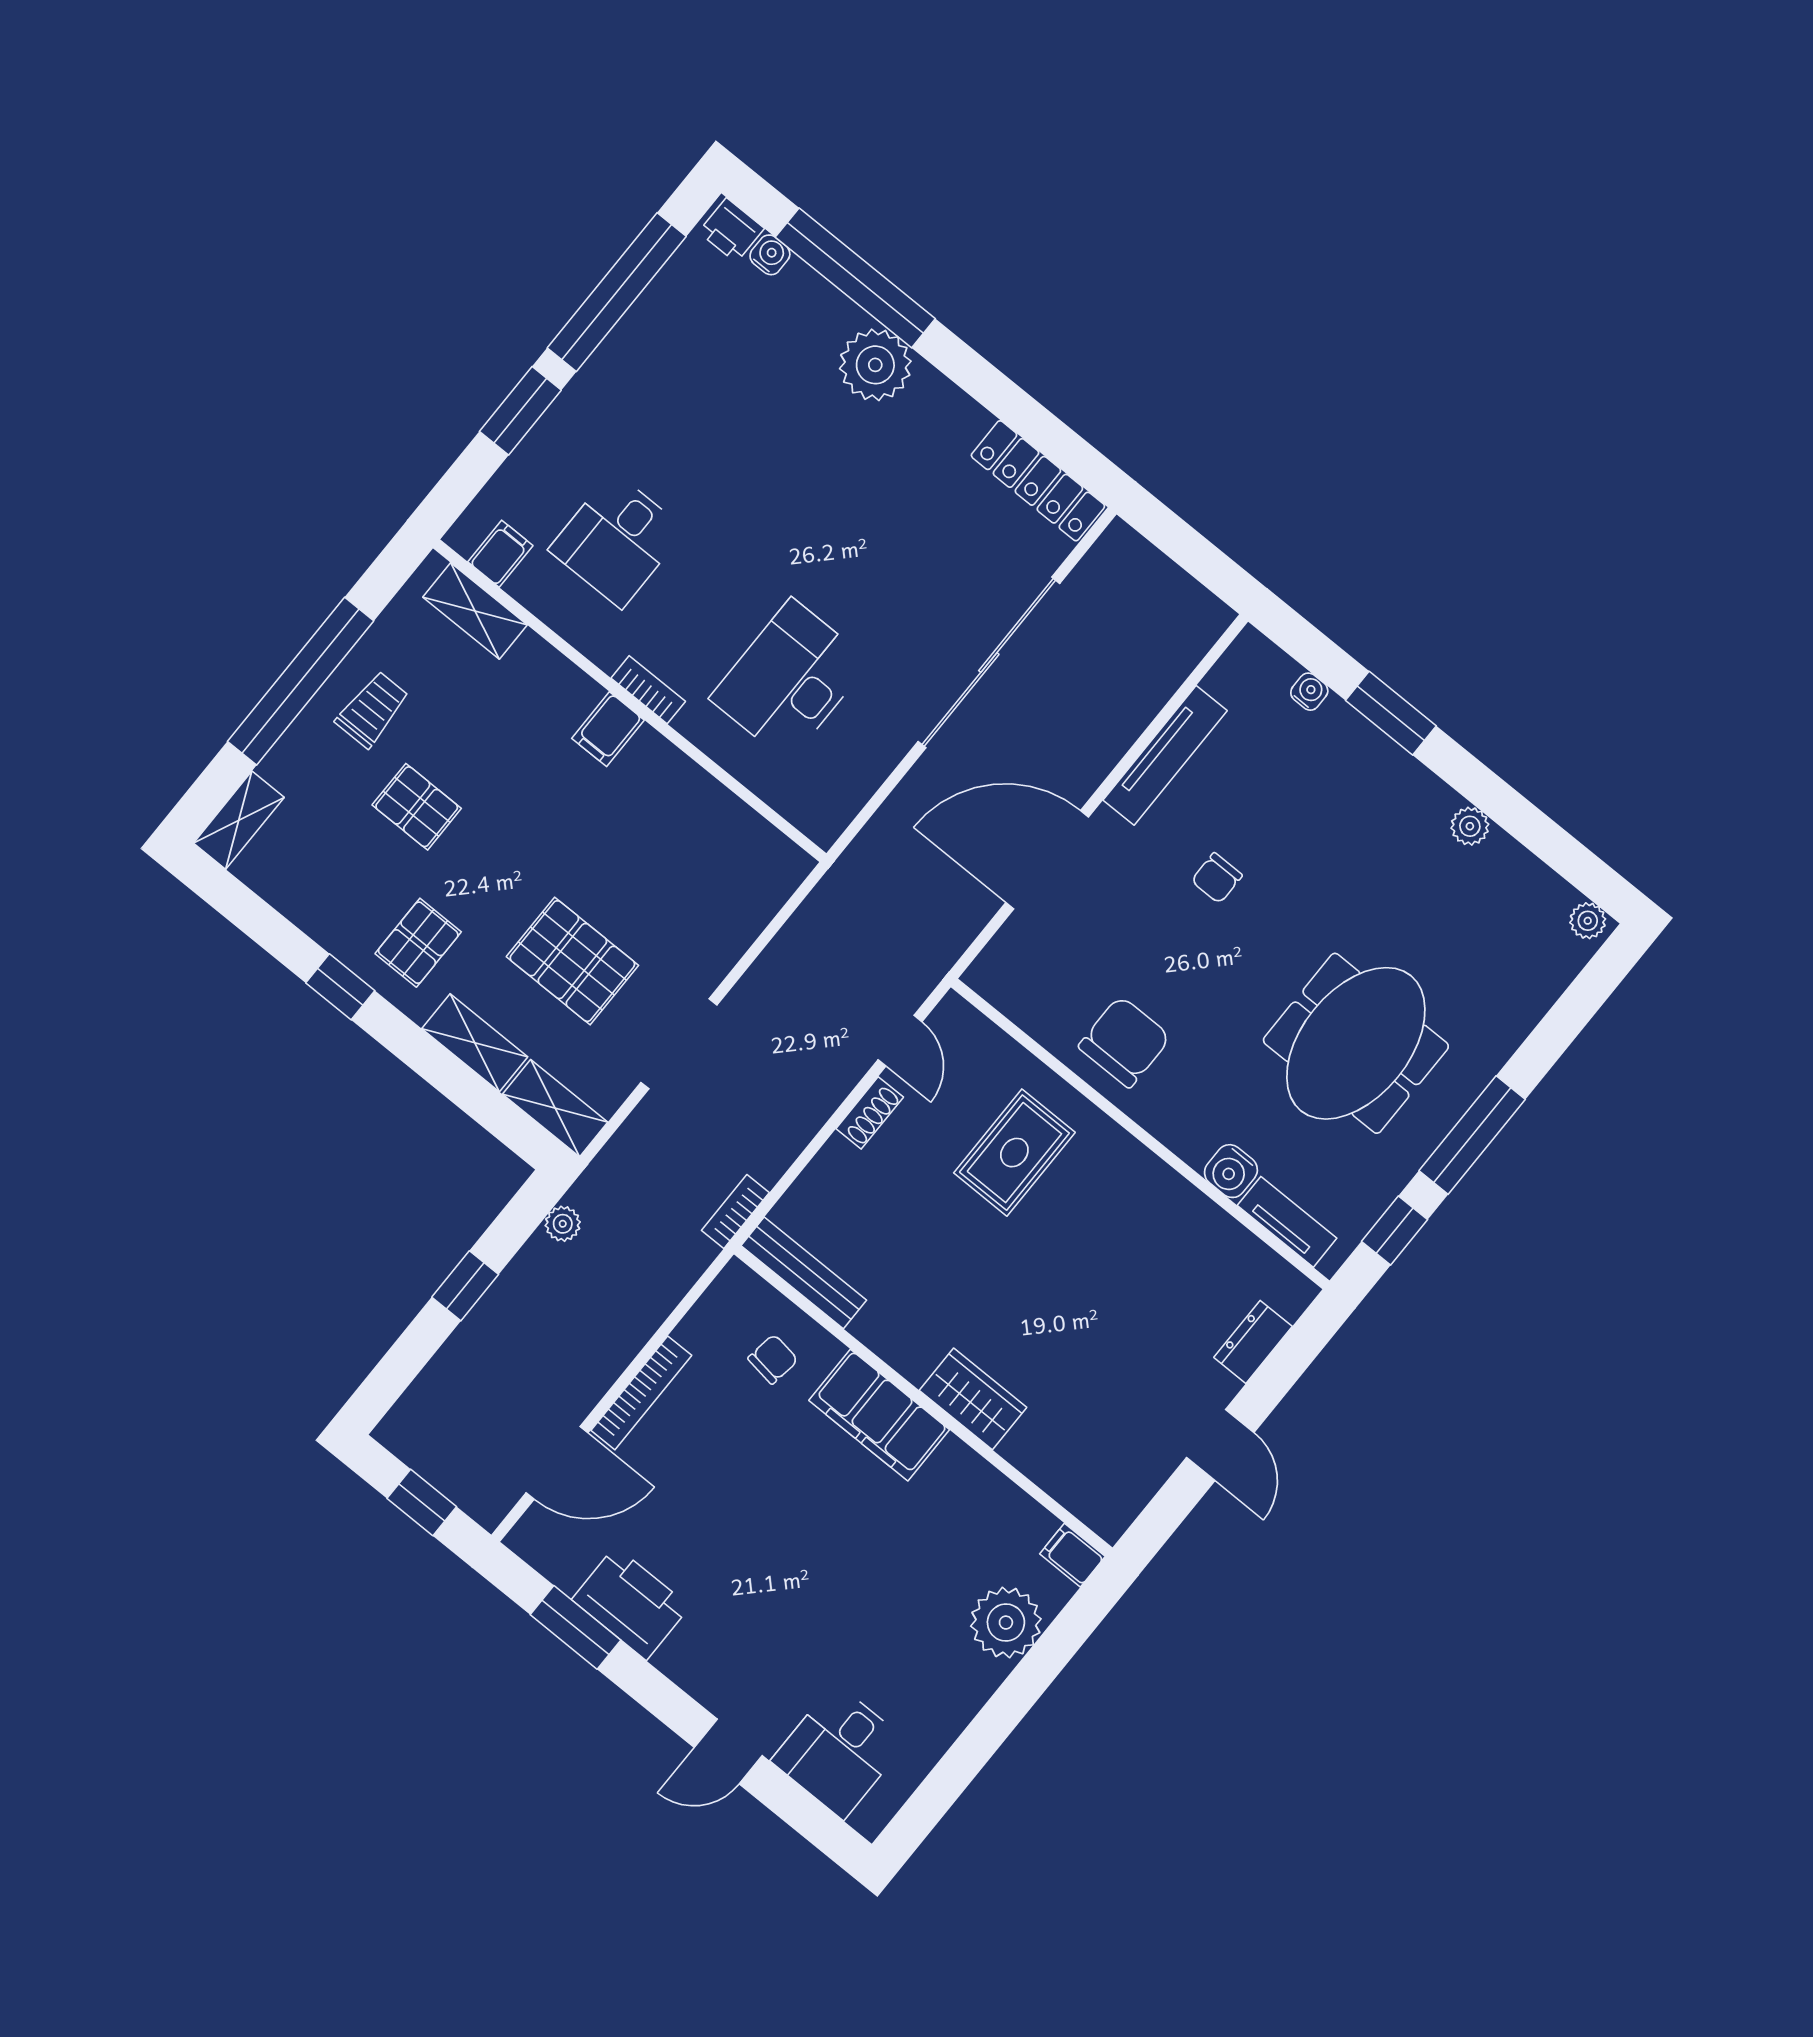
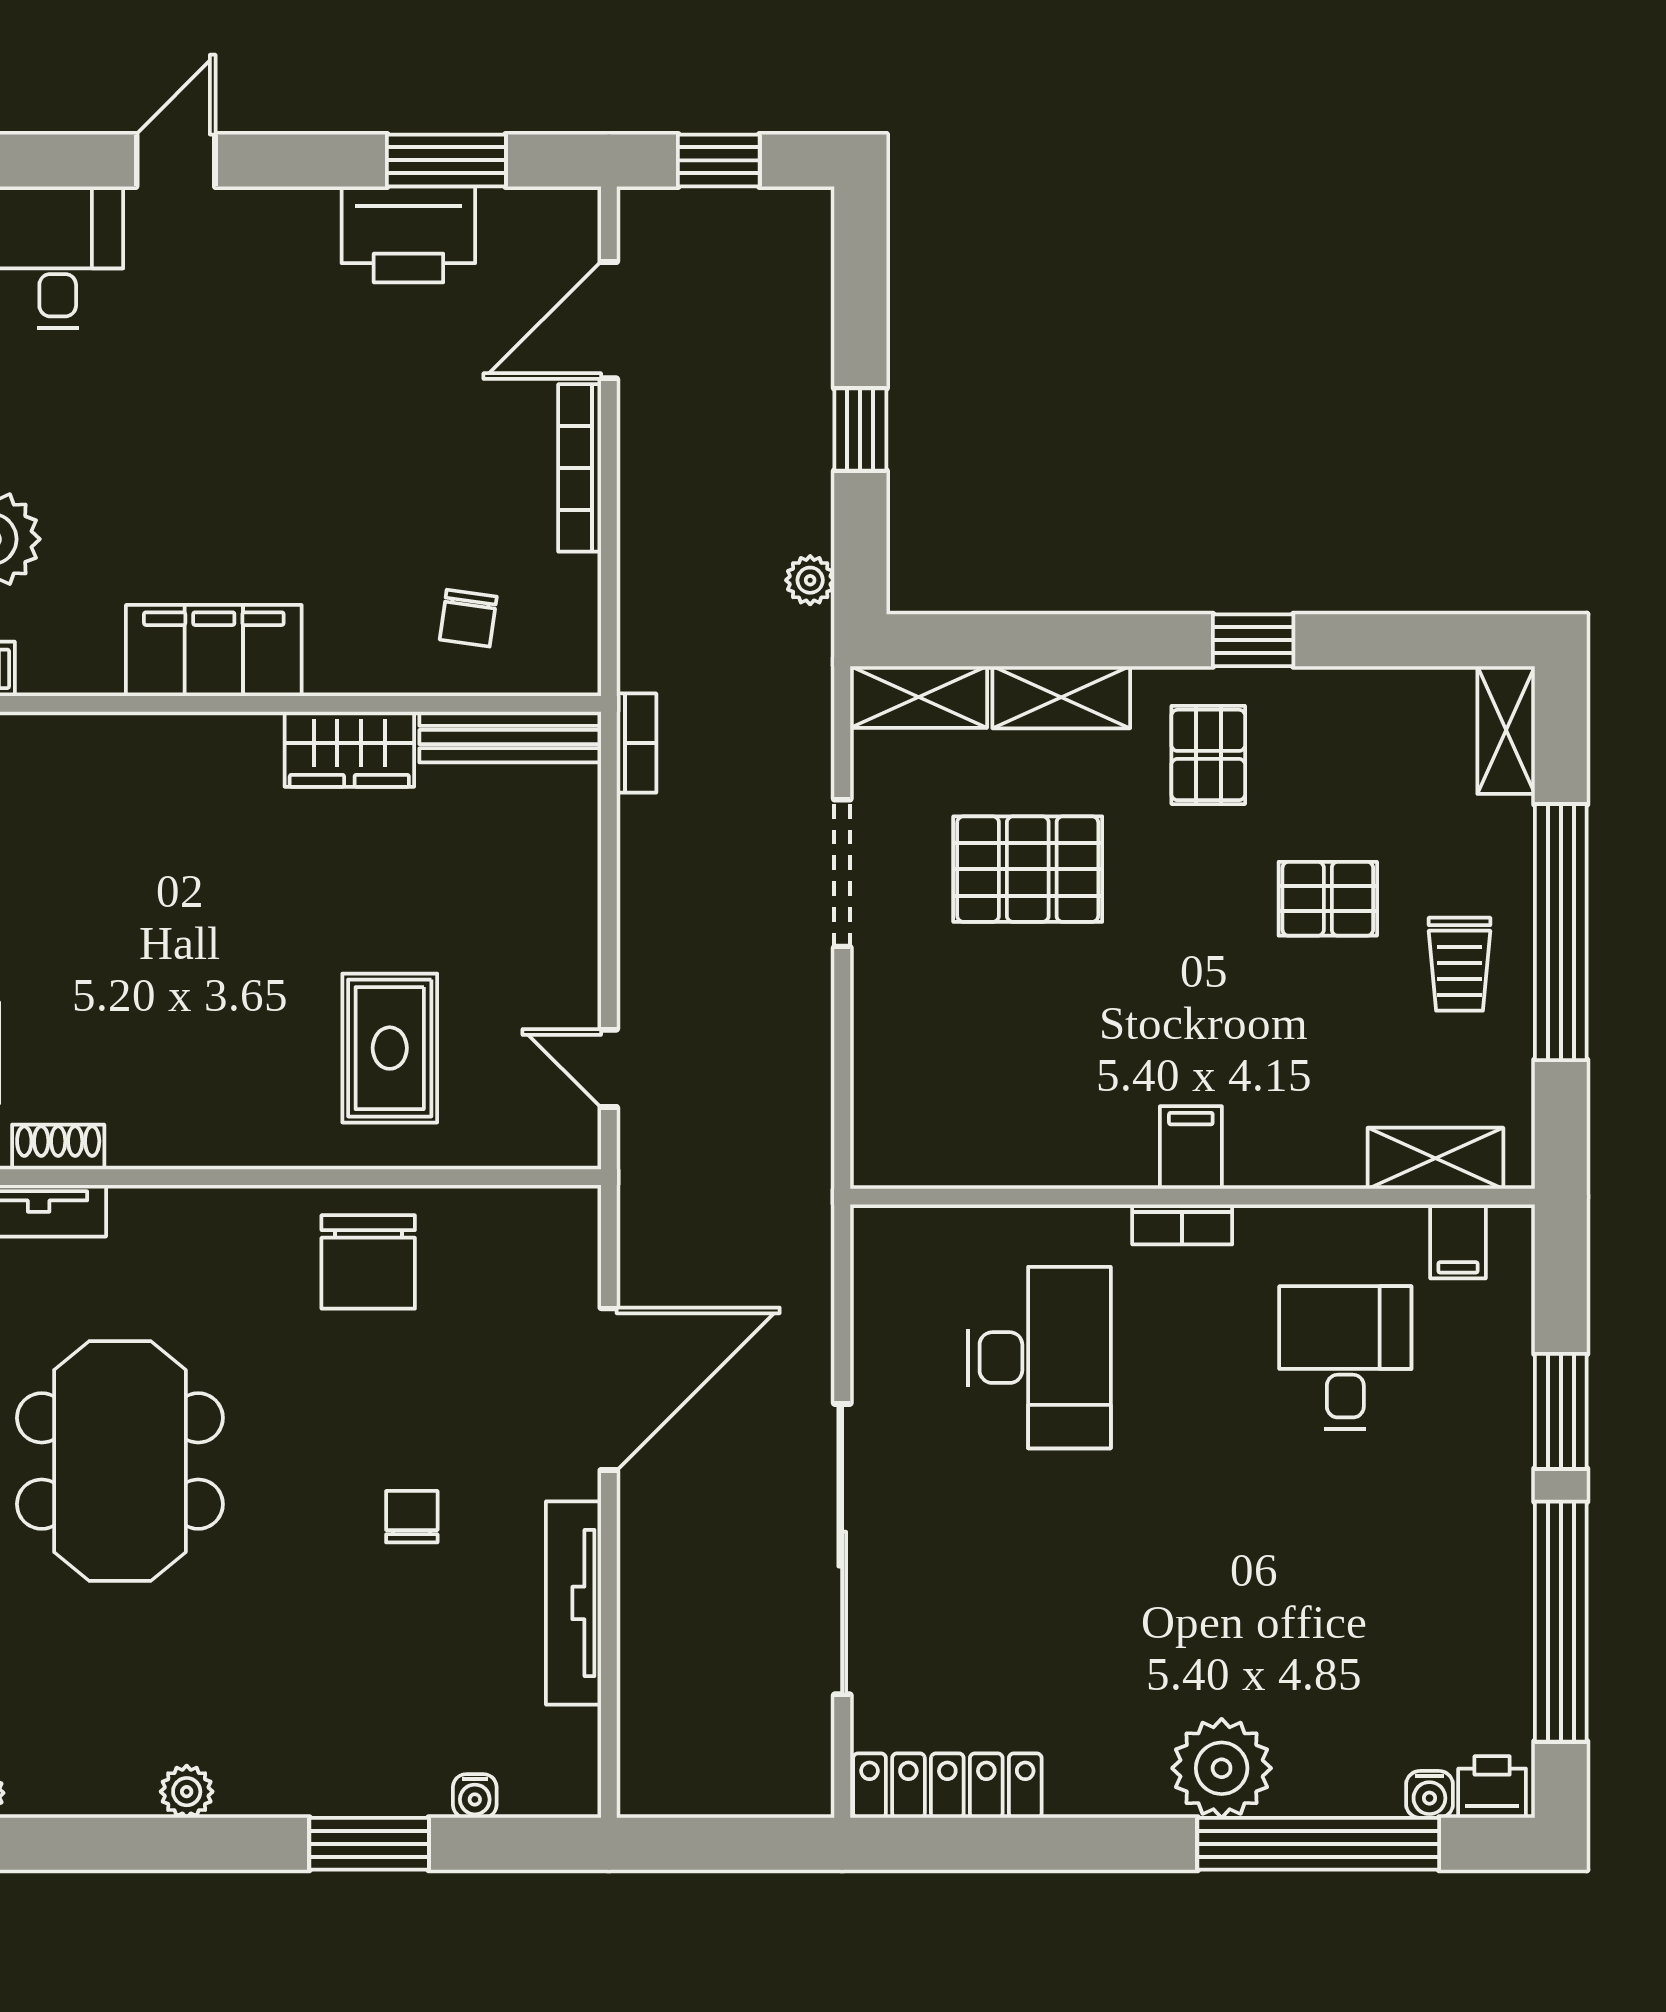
shoe rack: (870, 1113) -> (58, 1147), moved, turned 90
water cooler: (1231, 1171) -> (143, 1216), removed
wardrobe: (973, 1399) -> (349, 749), moved
filing cabinet: (879, 1415) -> (214, 651), moved

